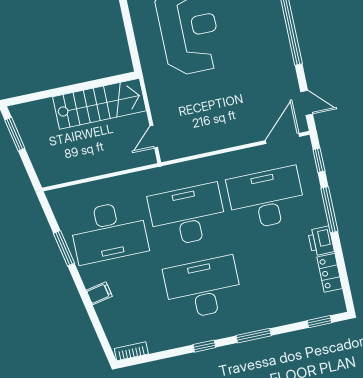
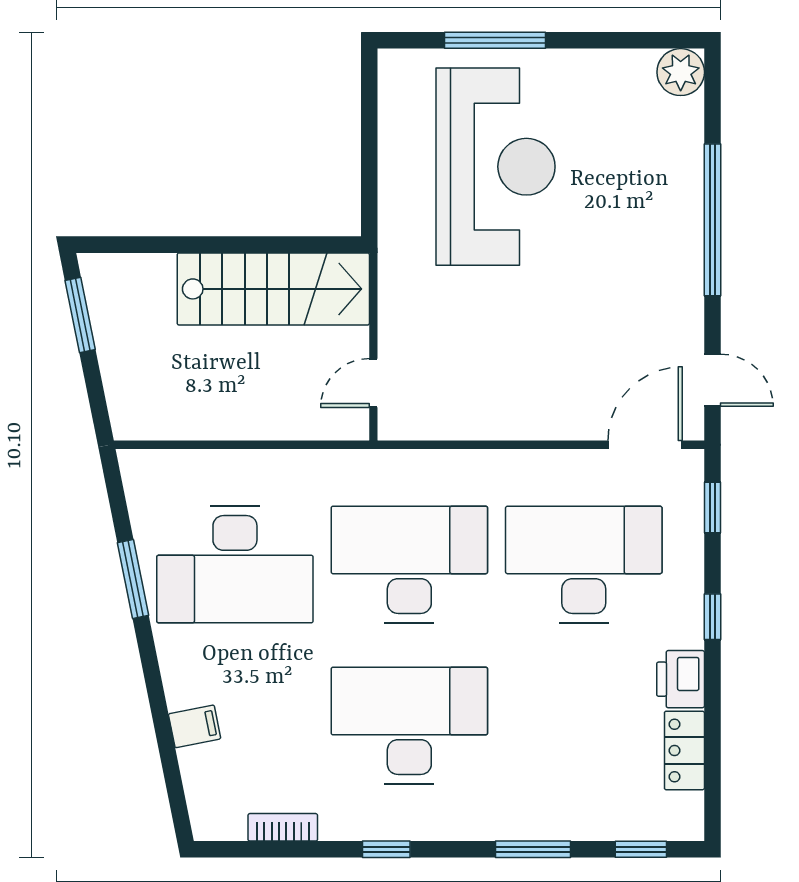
window: (329, 210) -> (712, 617), width x0.46
filing cabinet: (99, 293) -> (195, 726), moved
window: (254, 336) -> (533, 849), moved
bookcase: (131, 351) -> (283, 827), moved

